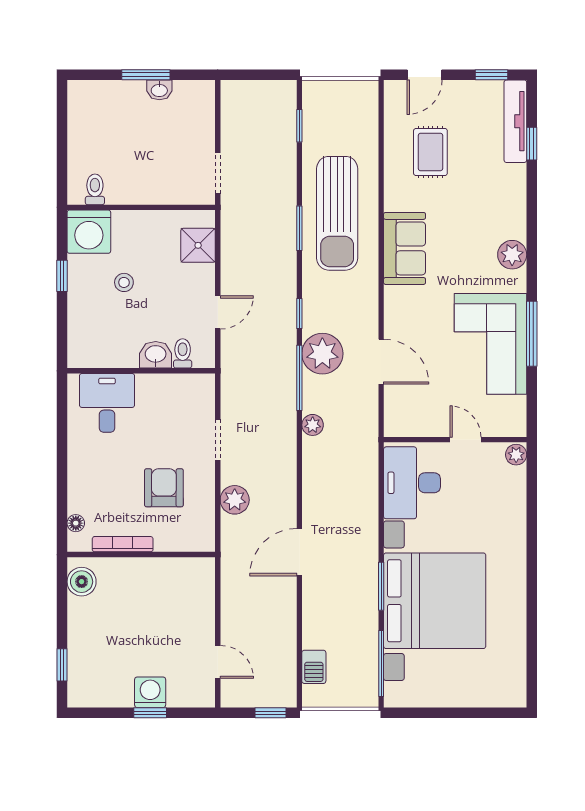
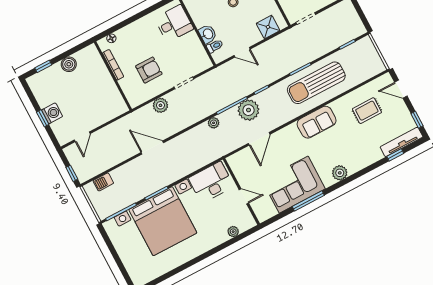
door: (466, 440) -> (244, 196), hinge flipped
plant: (516, 455) -> (233, 232), moved
boiler: (82, 582) -> (69, 64), moved

